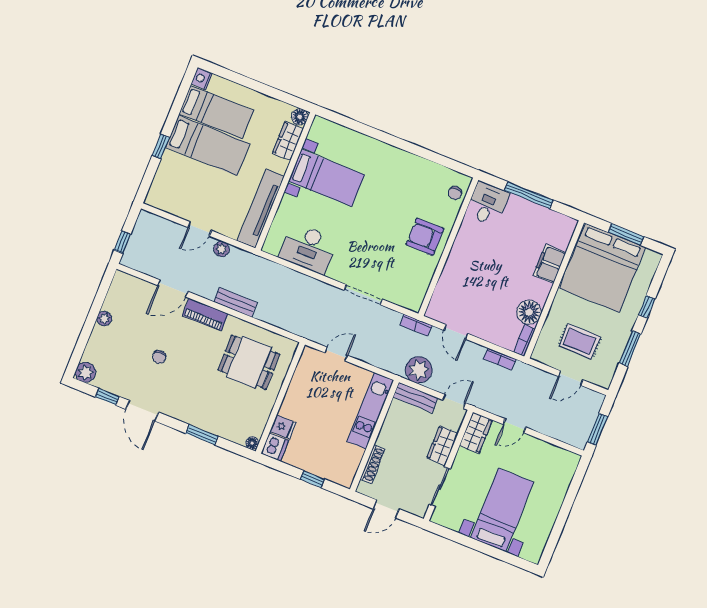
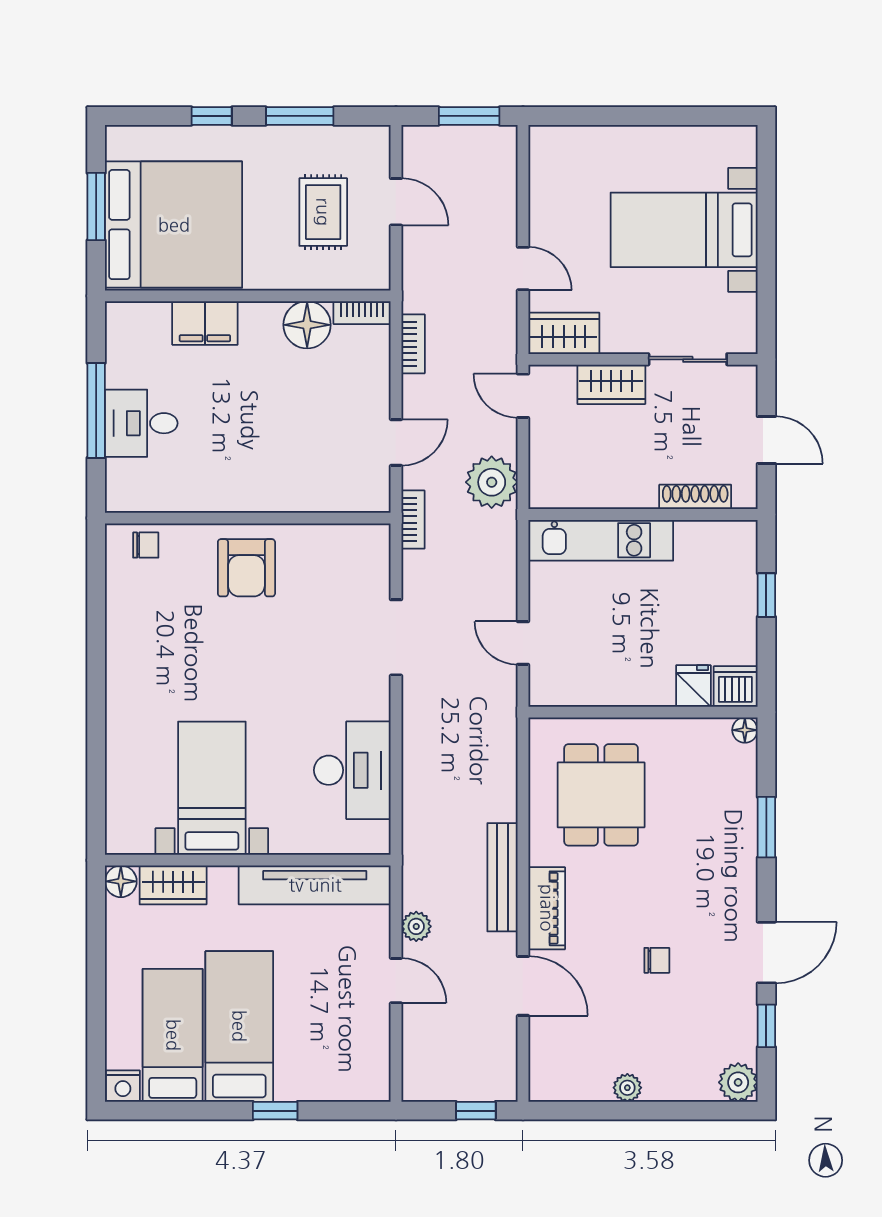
desk: (487, 204) -> (141, 423), moved
bench: (235, 302) -> (503, 877), width x1.36
bench: (415, 397) -> (544, 468), removed

